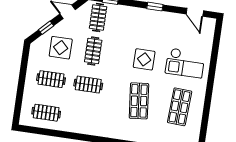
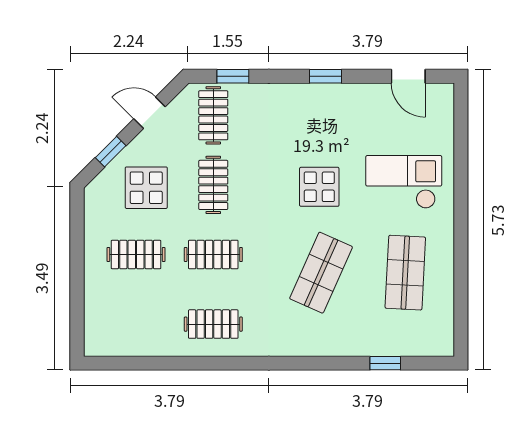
checkout: (185, 63) -> (404, 182), turned 180
shop shelf: (139, 101) -> (321, 273), turned 30
clothes rail: (46, 113) -> (213, 324), moved

